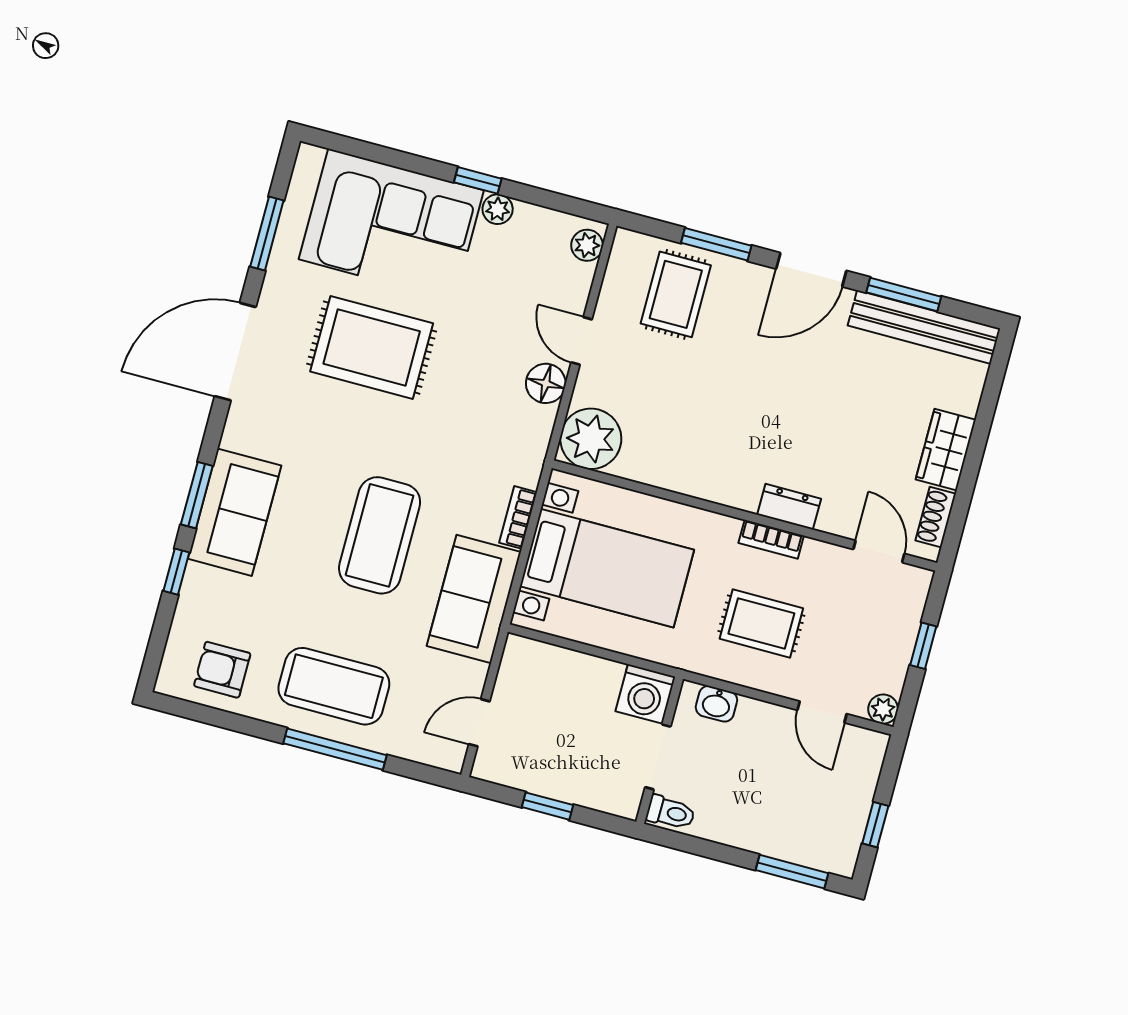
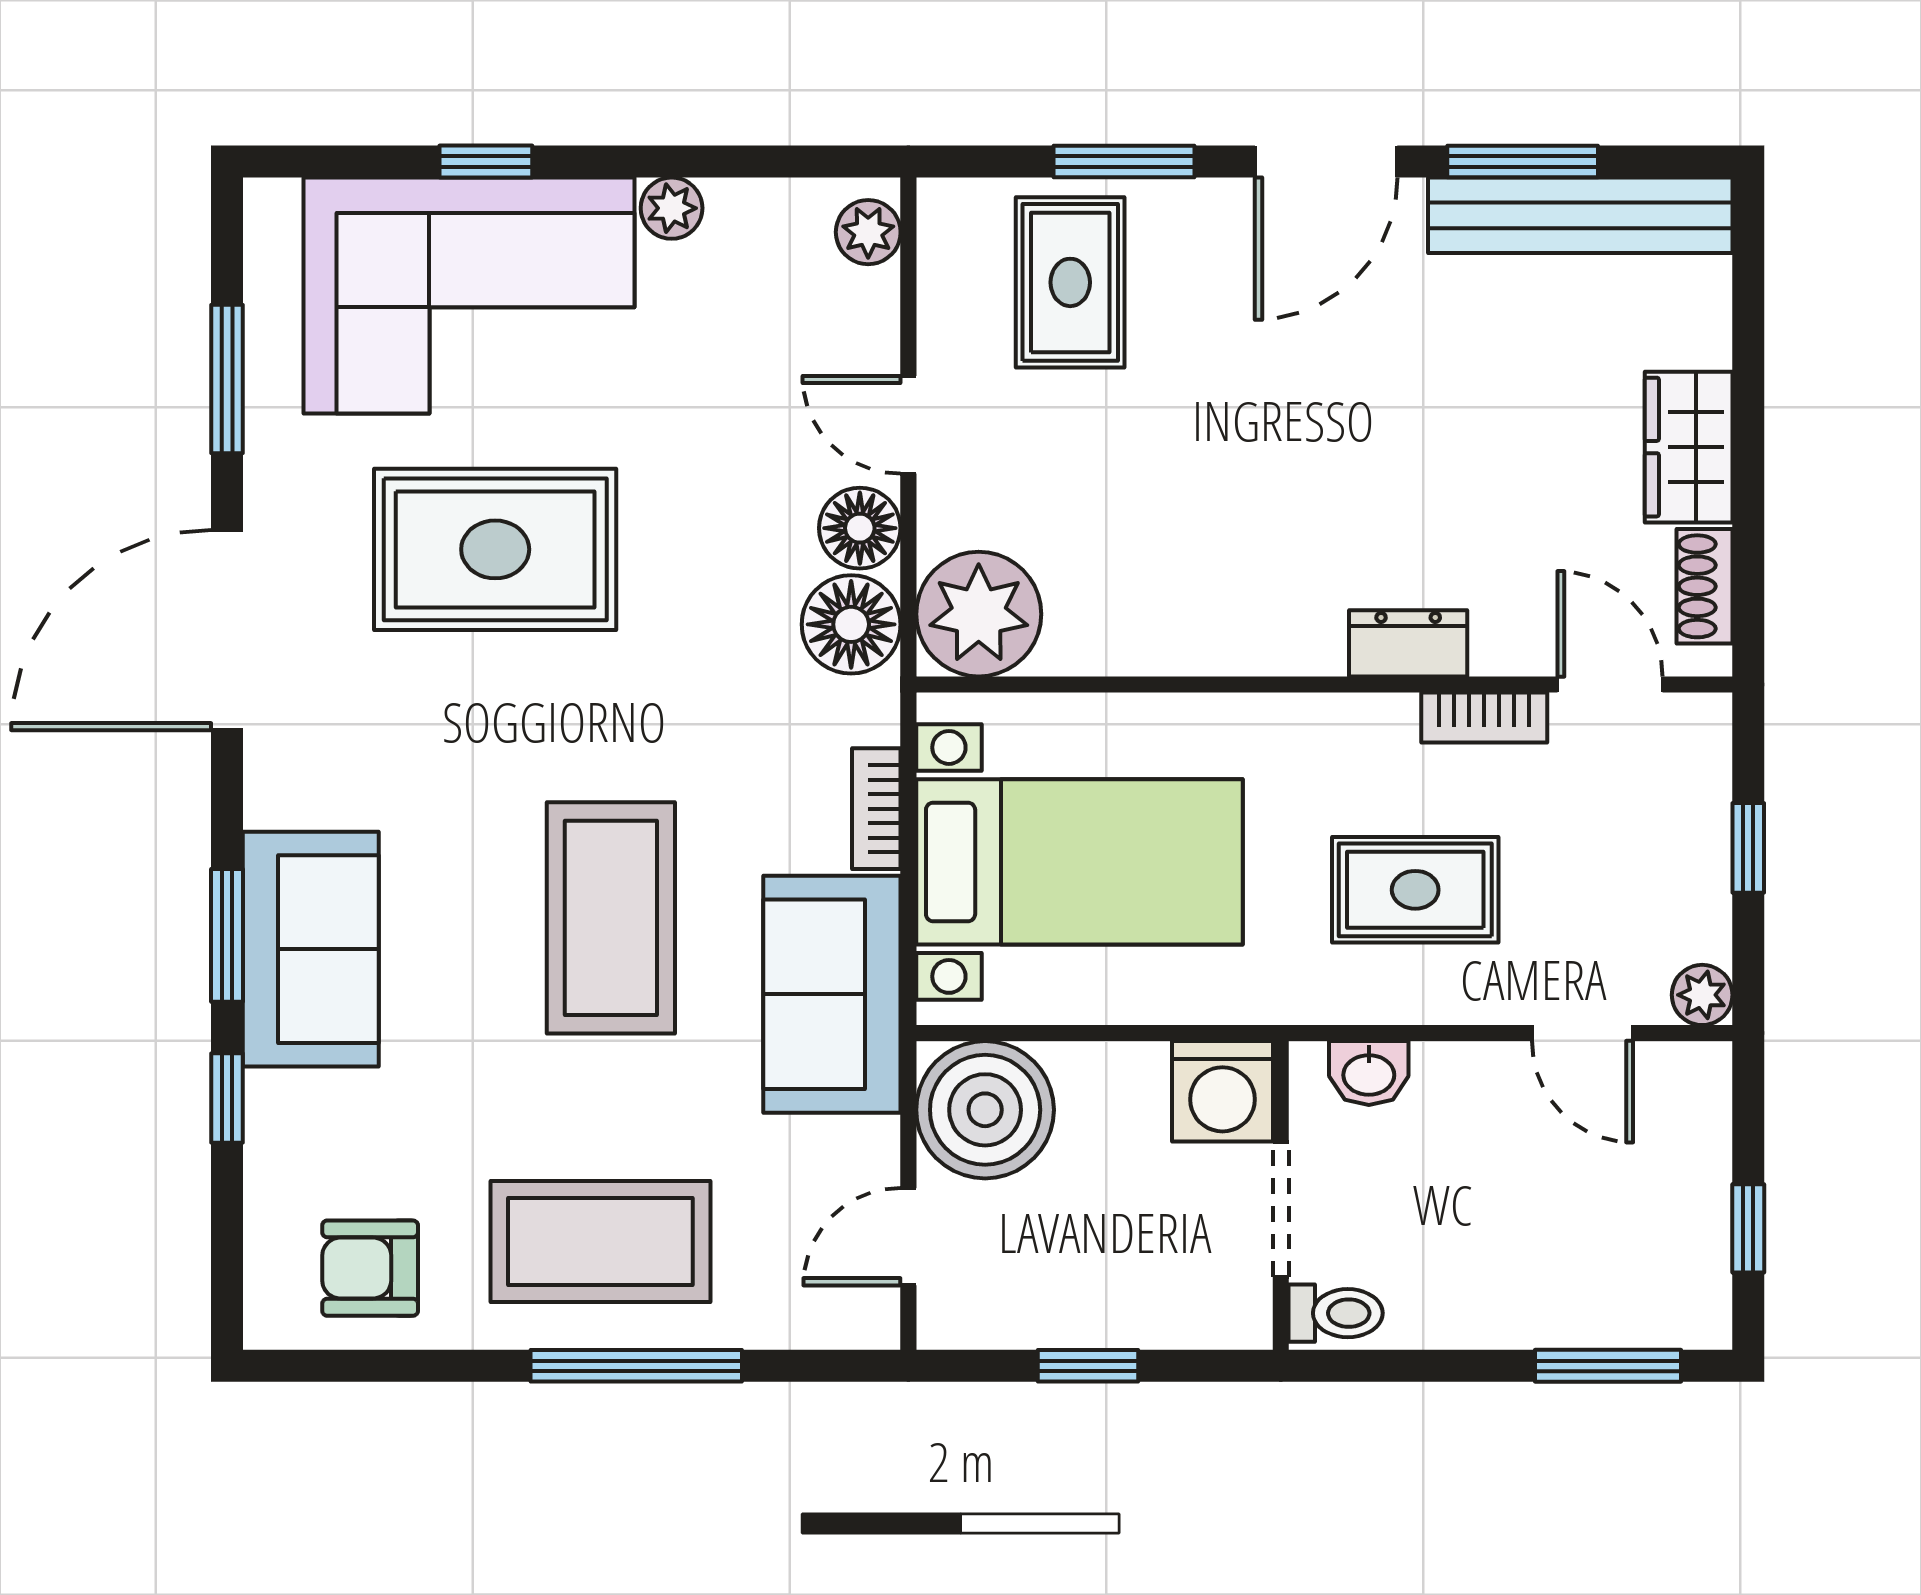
window: (478, 180) -> (486, 162), moved
floor lamp: (530, 428) -> (851, 624), added
bookcase: (771, 539) -> (1484, 717), moved
boiler: (531, 673) -> (985, 1110), added

